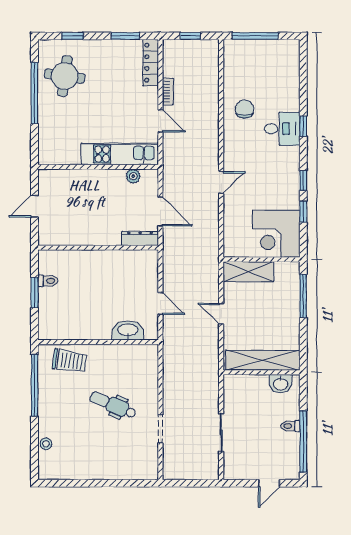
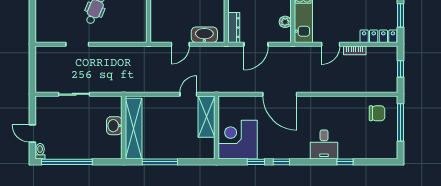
chair: (245, 109) -> (377, 113), moved
window: (303, 126) -> (345, 162), moved
door: (221, 183) -> (280, 94), width x1.87
window: (303, 296) -> (160, 162), moved
door: (221, 314) -> (188, 94), moved
washbasin: (128, 330) -> (204, 35), moved, turned -90
washbasin: (281, 384) -> (114, 126), moved
toilet: (290, 426) -> (40, 151), moved

